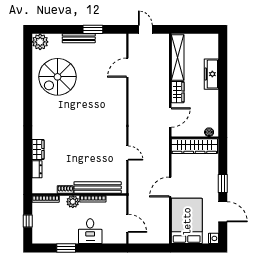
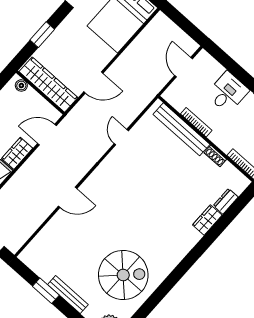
door: (127, 68) -> (68, 197), moved
window: (223, 183) -> (42, 35), moved
door: (170, 187) -> (93, 82), moved
plant: (73, 202) -> (219, 137), removed

